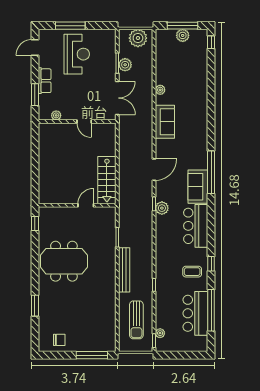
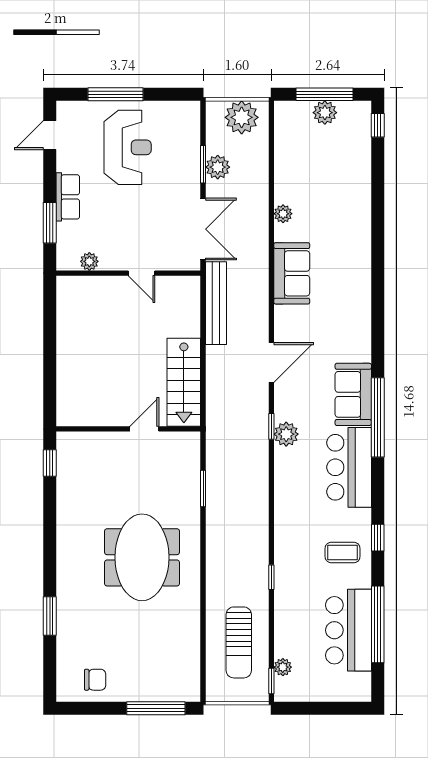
window: (211, 172) -> (378, 417), moved
meeting table: (64, 261) -> (142, 557), moved, turned 90
bench: (124, 270) -> (216, 303), moved

